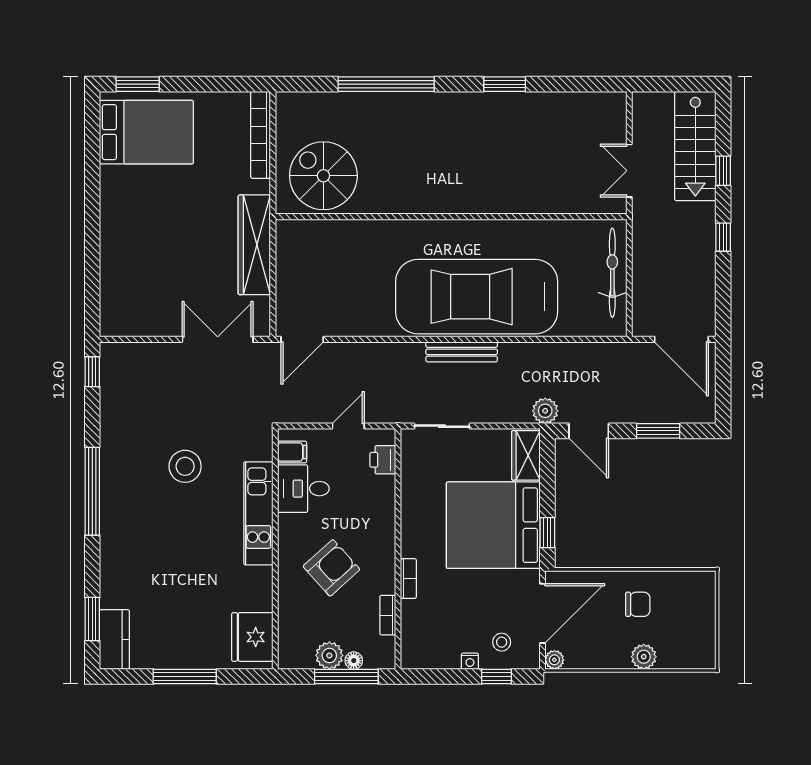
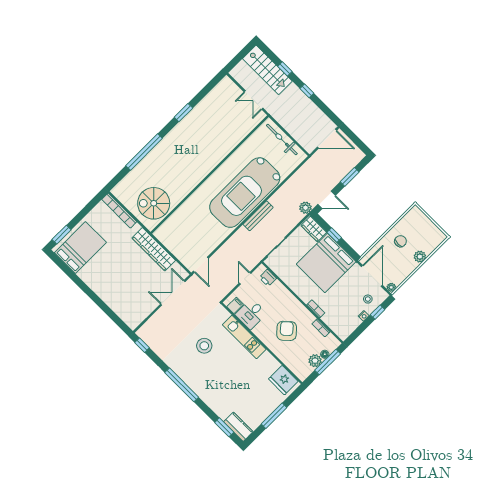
window: (547, 533) -> (334, 235), moved

